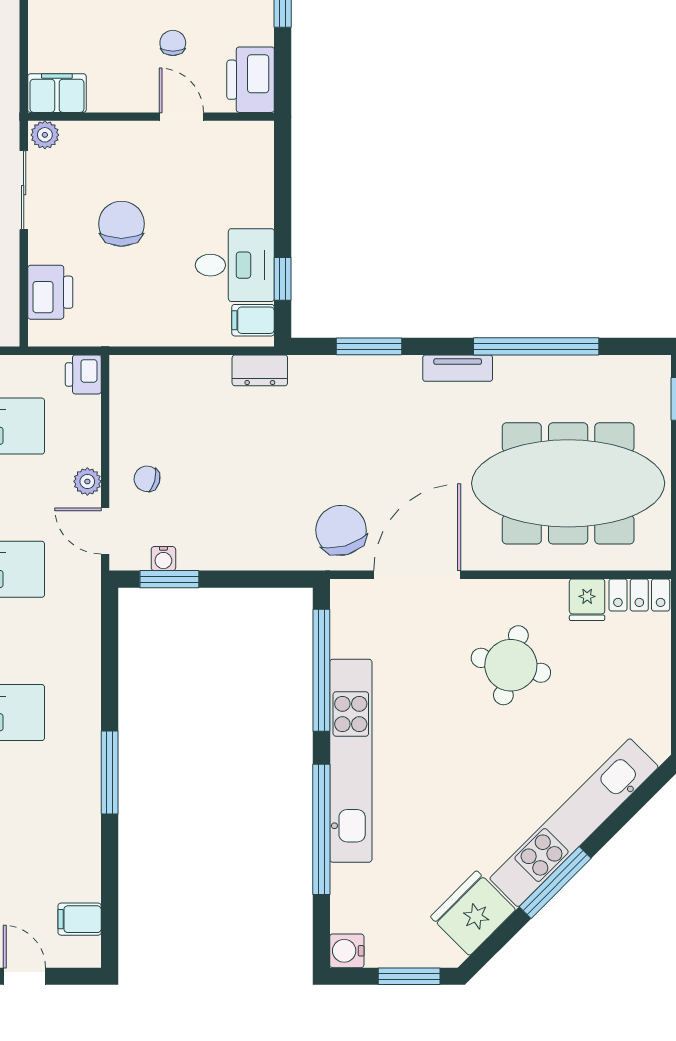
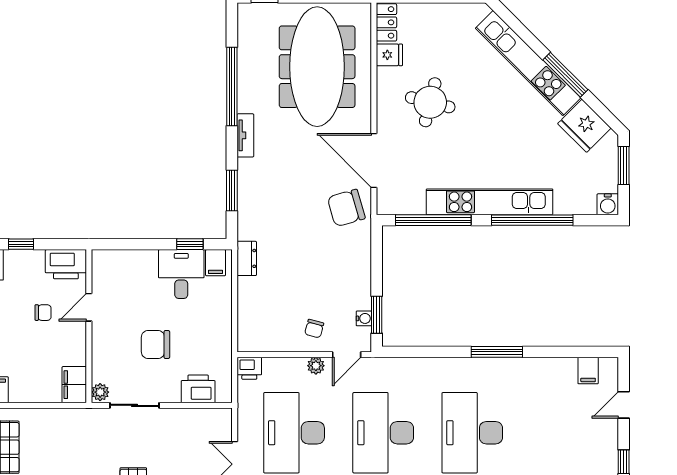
chair: (173, 43) -> (43, 313), turned 180

